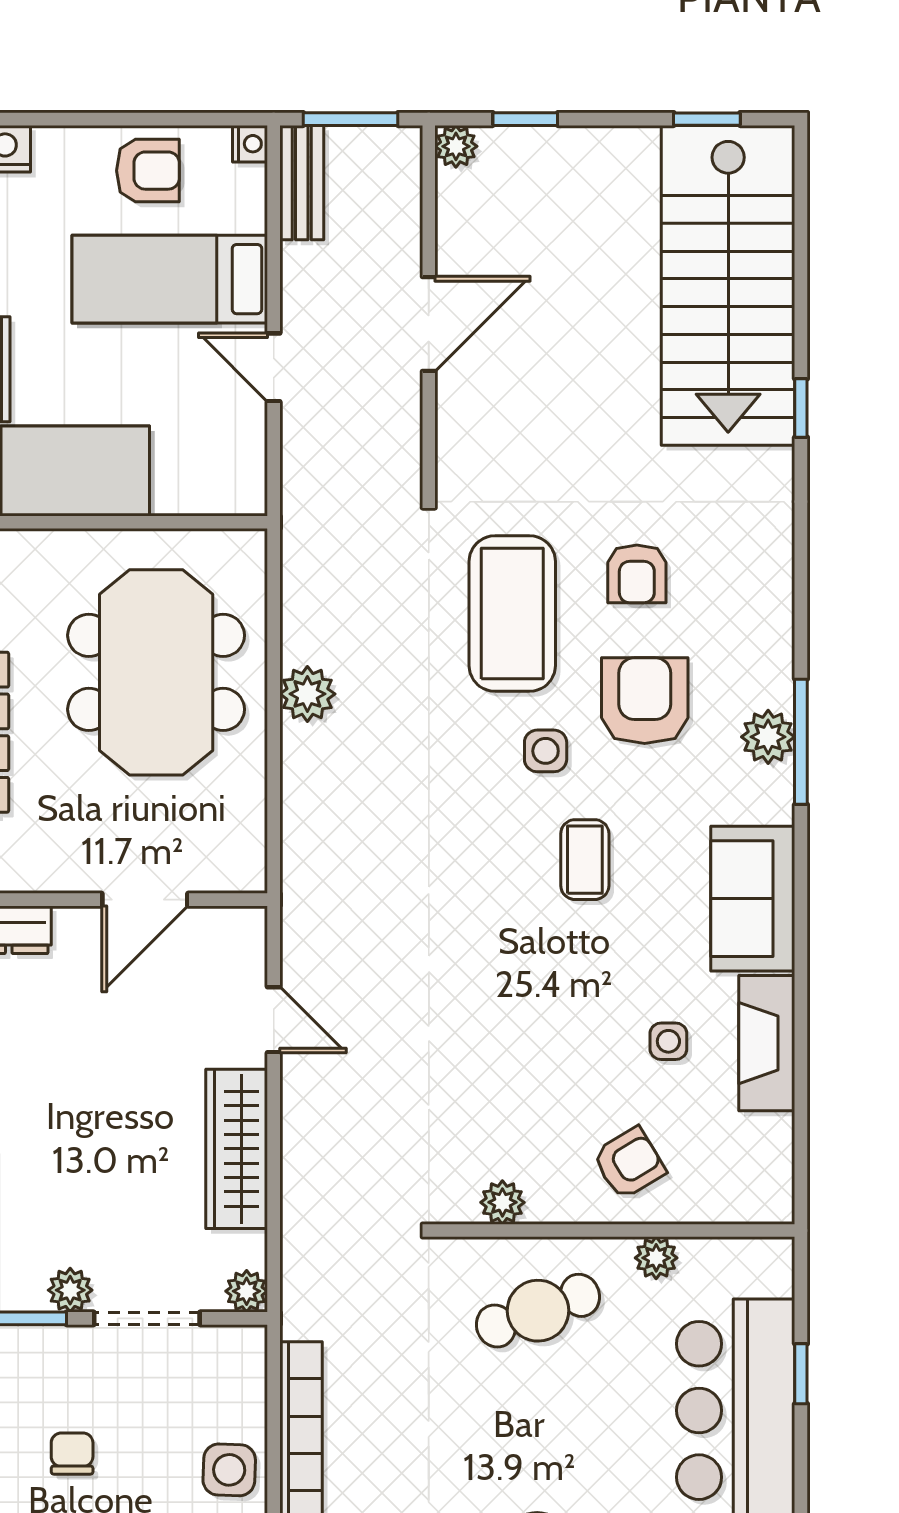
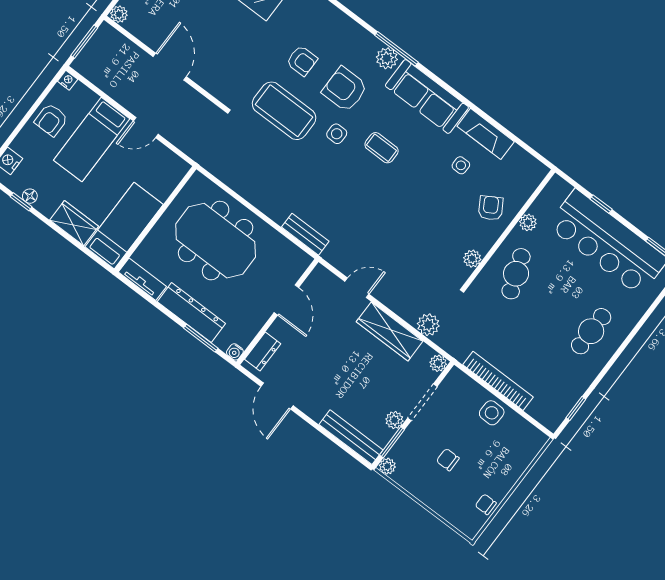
armchair: (148, 171) -> (51, 120), turned 180
bench: (302, 183) -> (305, 234), moved
plant: (307, 694) -> (428, 325), moved
sofa: (753, 899) -> (427, 97), width x1.36

